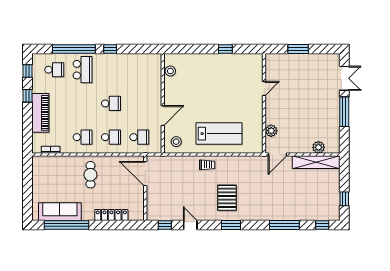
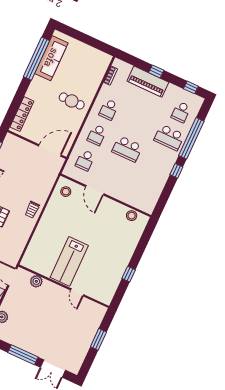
window: (27, 96) -> (156, 71), moved
school desk: (111, 103) -> (127, 149), width x1.85
lab bench: (219, 134) -> (69, 261), moved
locker: (111, 215) -> (22, 114), moved

